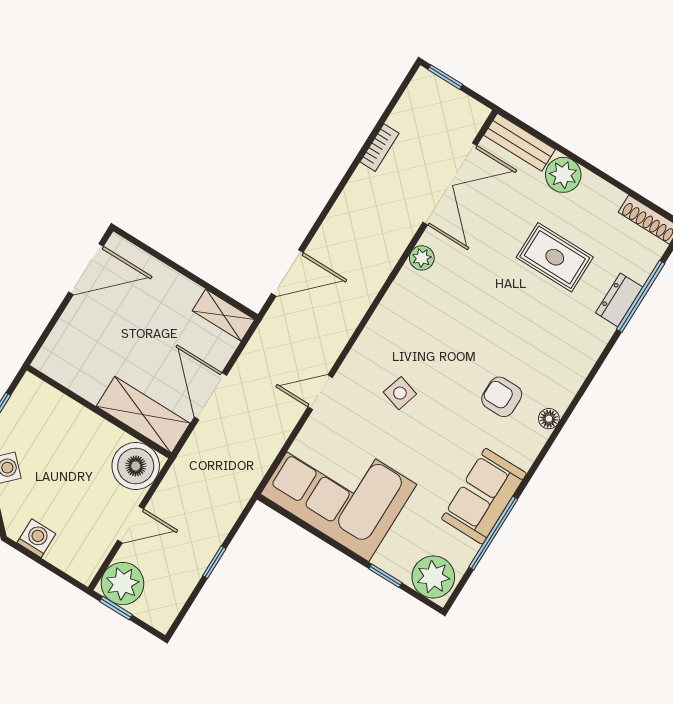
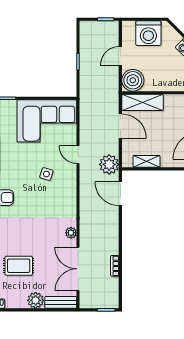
door: (287, 273) -> (120, 194), hinge flipped
shelving: (224, 315) -> (147, 161), moved
door: (320, 392) -> (78, 155), swing flipped
washing machine: (36, 538) -> (148, 33), width x1.89, depth x1.89
plant: (123, 584) -> (109, 164), moved

